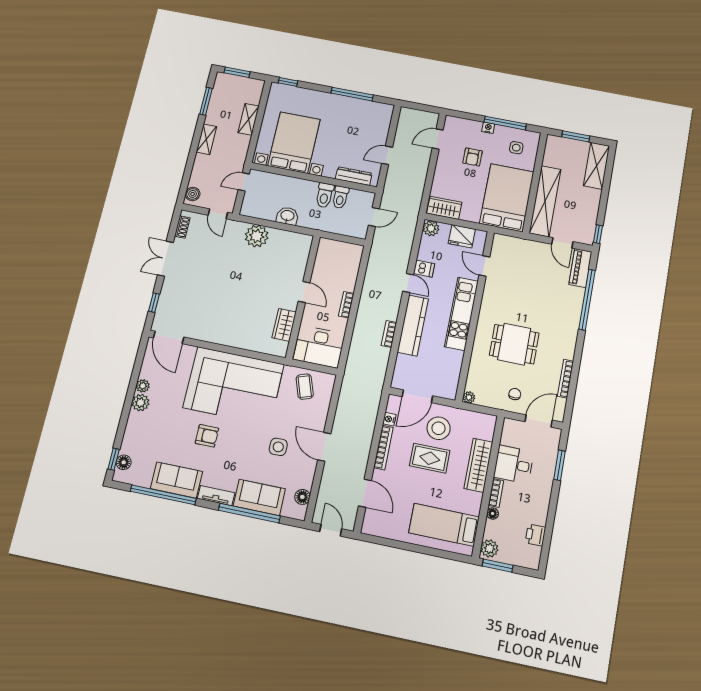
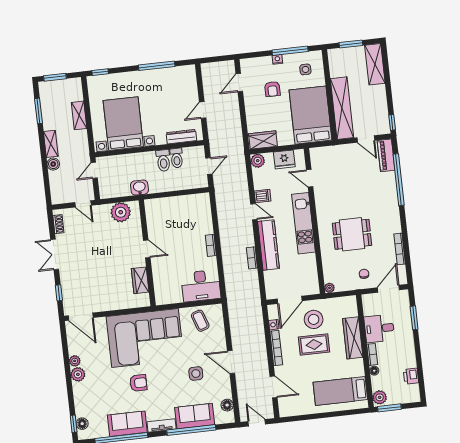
boiler: (193, 194) -> (53, 164), moved
door: (304, 292) -> (147, 249), moved
wall: (303, 297) -> (147, 253), moved
wardrobe: (284, 325) -> (140, 280), moved

